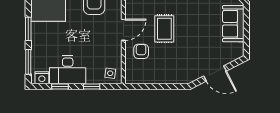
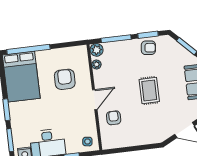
rug: (164, 29) -> (149, 90), moved

